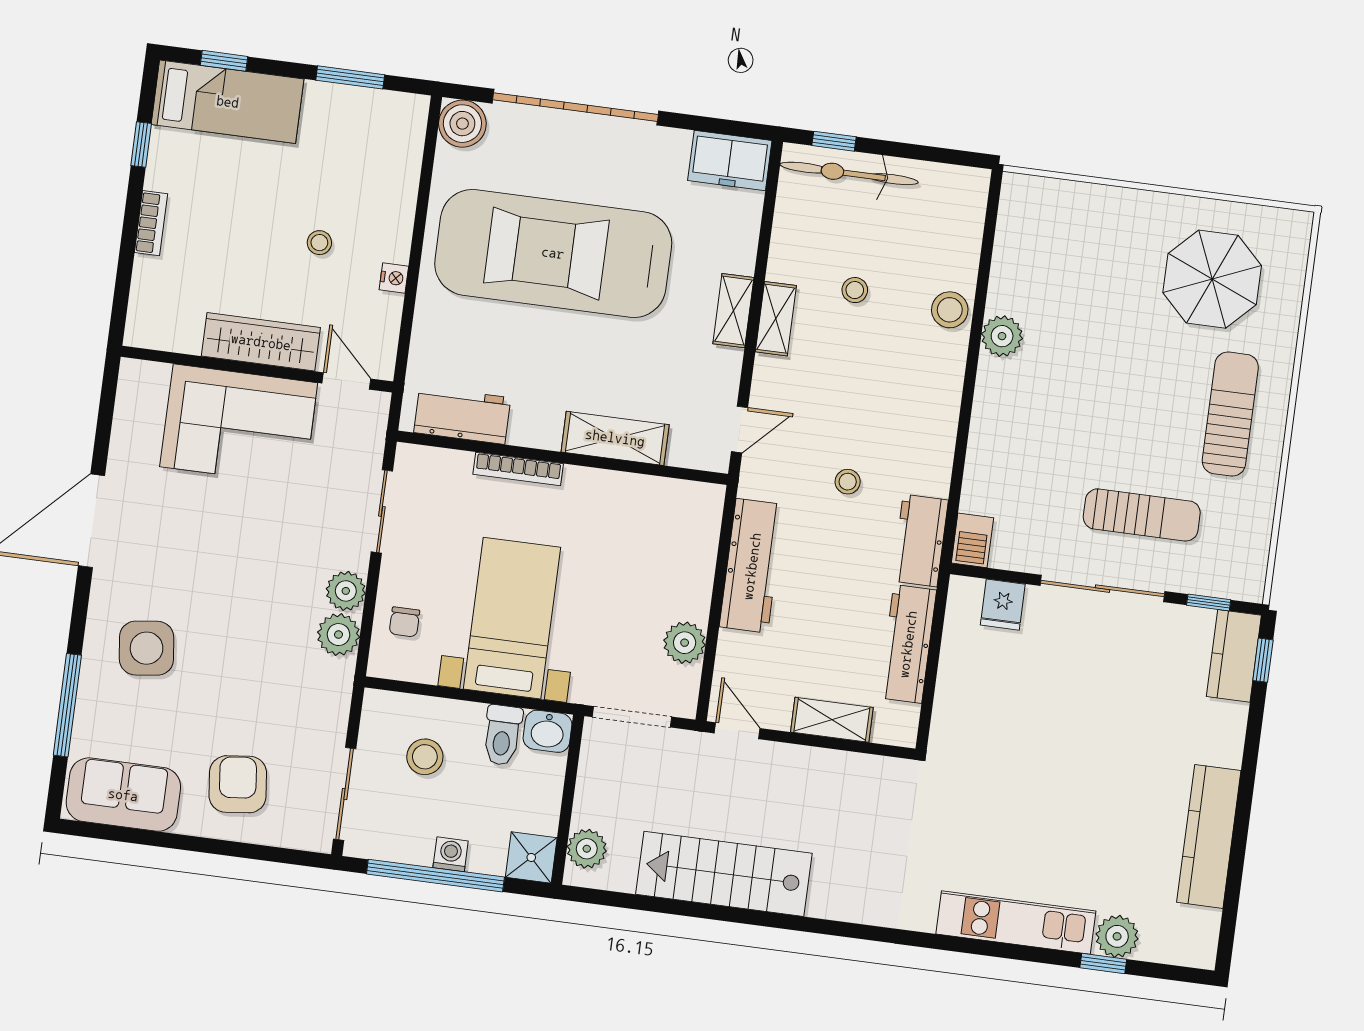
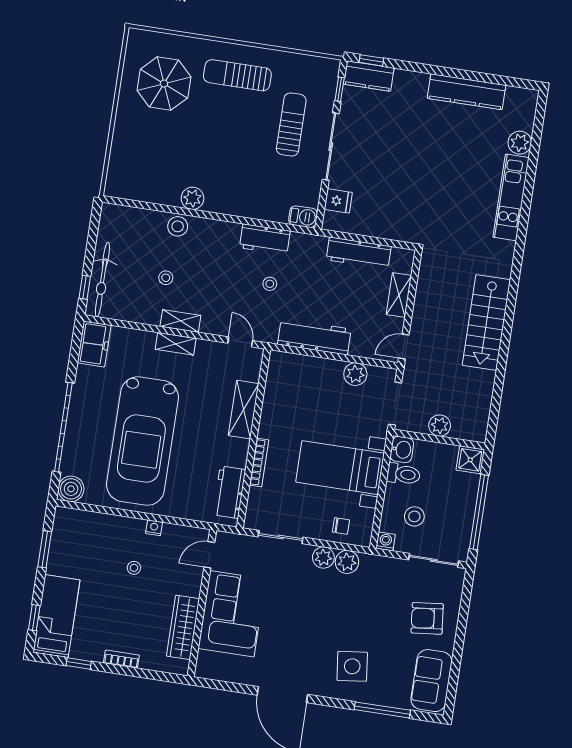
wardrobe: (261, 342) -> (183, 627), moved
workbench: (920, 541) -> (265, 239), moved
plant: (587, 849) -> (440, 426), moved
washing machine: (451, 854) -> (386, 541), moved, turned 90
stairs: (724, 874) -> (486, 322), moved
window: (1103, 964) -> (534, 150), removed

